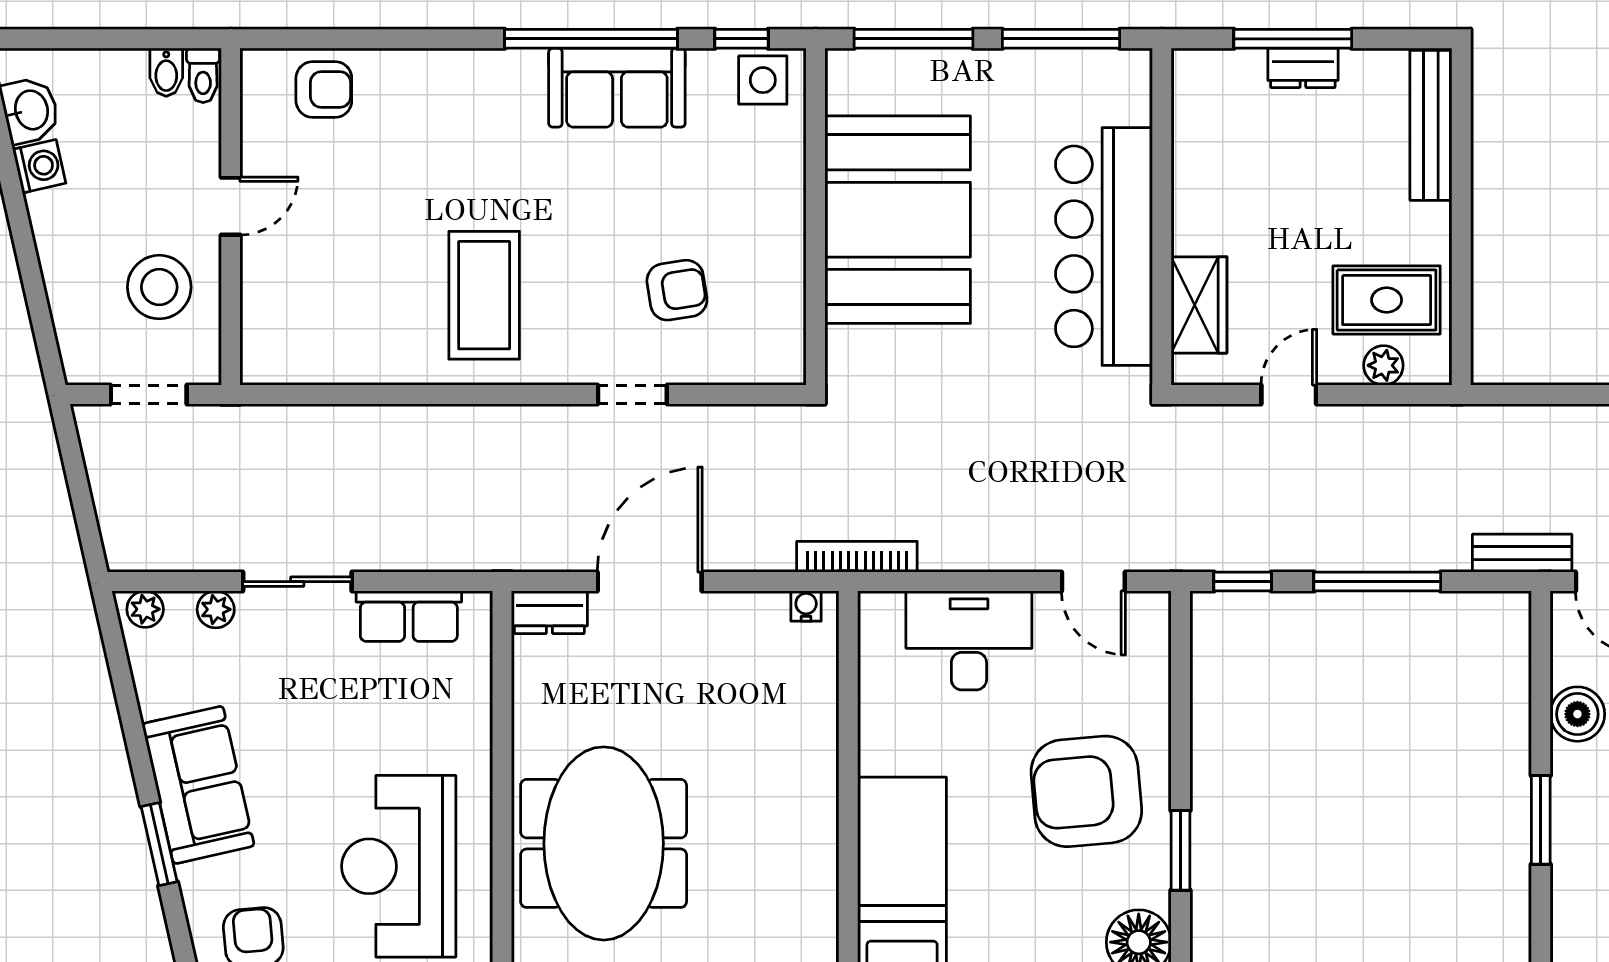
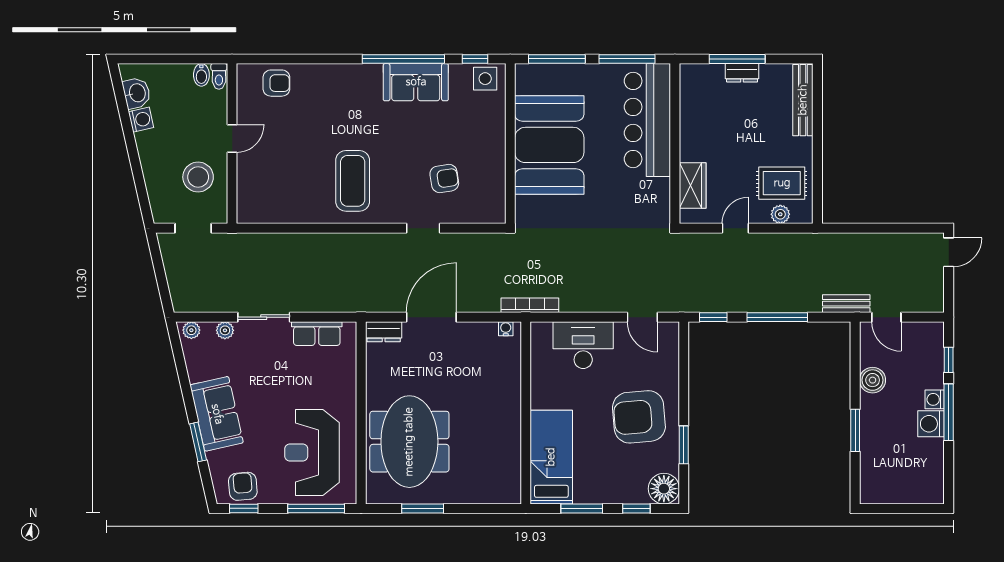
bar counter: (1104, 246) -> (647, 120), moved

